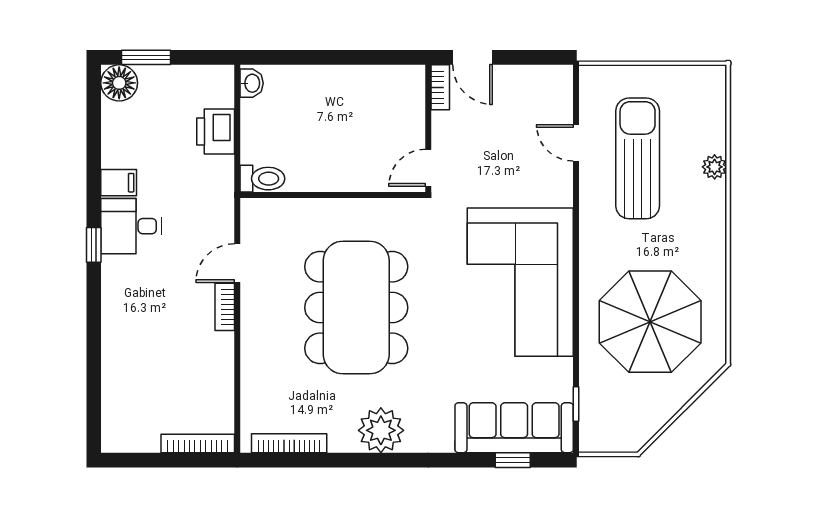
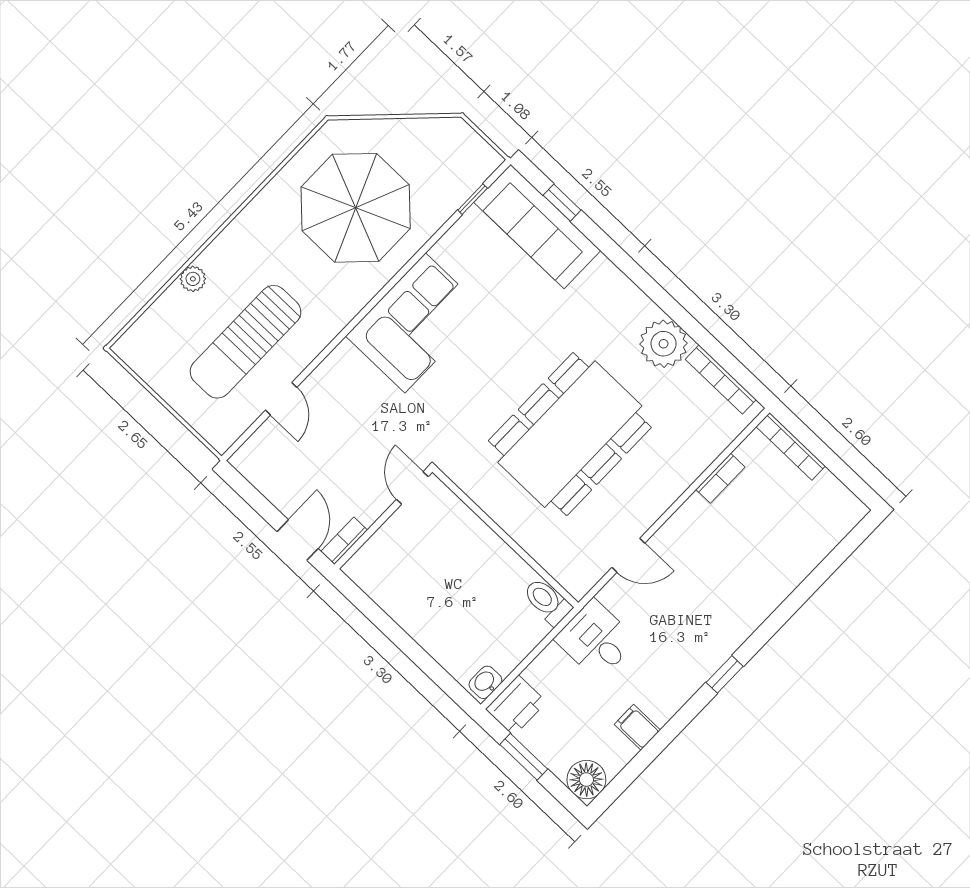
window: (146, 57) -> (524, 757), moved
printer: (216, 132) -> (516, 706), moved
door: (428, 168) -> (412, 488), swing flipped
filing cabinet: (119, 183) -> (637, 727), moved
desk: (131, 226) -> (596, 640), moved, turned 180
corner sofa: (520, 282) -> (415, 323), width x0.73, depth x0.74
bookcase: (225, 307) -> (720, 478), moved
plant: (381, 430) -> (664, 344), moved

